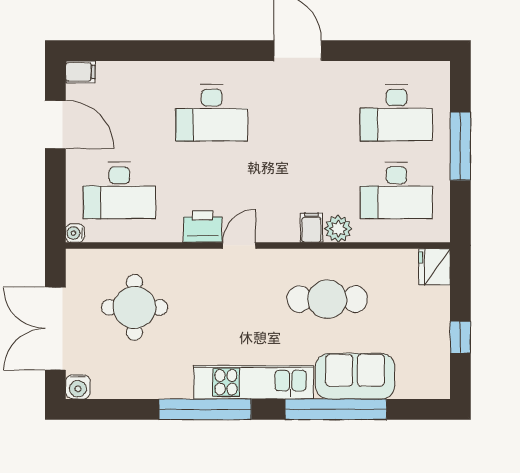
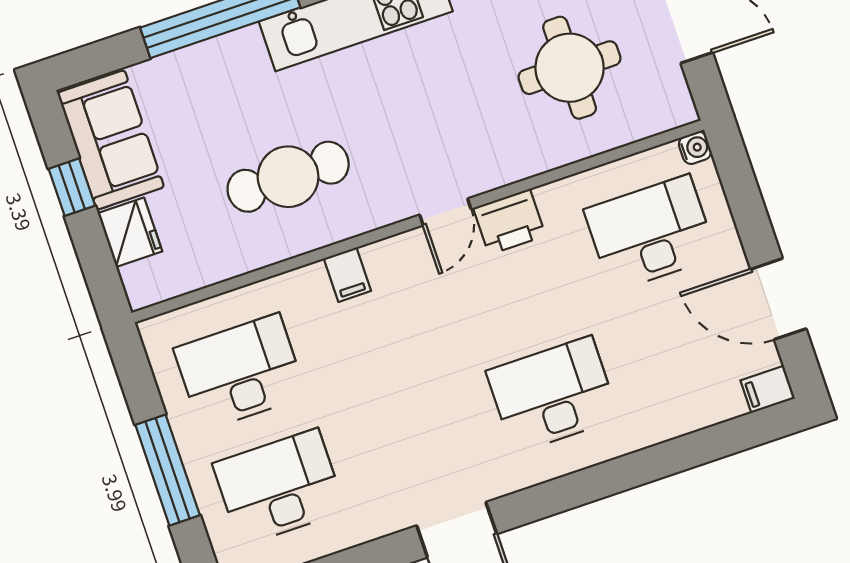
plant: (338, 229) -> (307, 287), removed
fridge: (434, 267) -> (130, 232), moved
sofa: (355, 376) -> (111, 140), moved, turned -90

